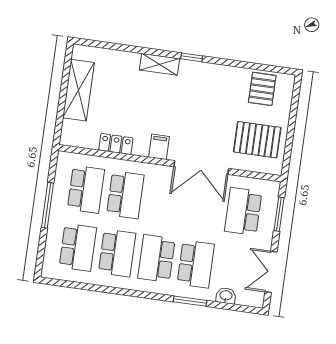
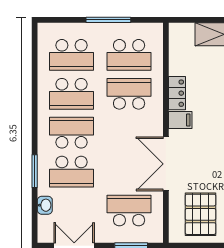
locker: (116, 144) -> (177, 93), moved
school desk: (125, 195) -> (129, 94), turned 180

